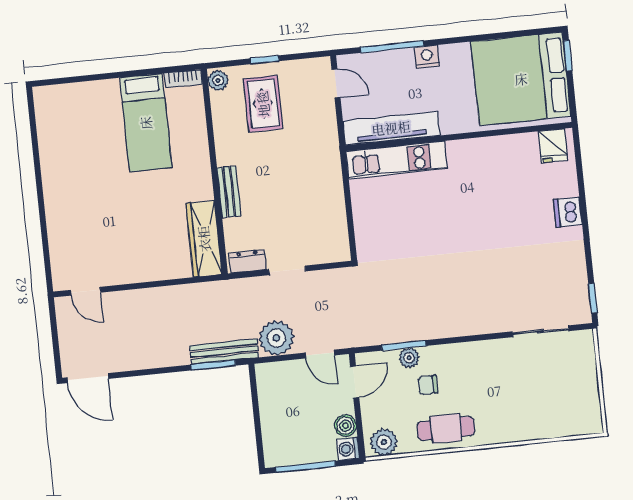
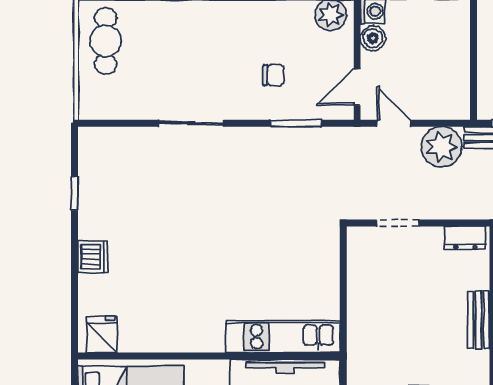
doorway: (287, 270) -> (398, 223), moved
window: (593, 298) -> (75, 193), moved
sliding door: (541, 331) -> (191, 123), moved
plant: (409, 358) -> (292, 109), removed
cafe table: (446, 428) -> (106, 41), moved, turned 90

